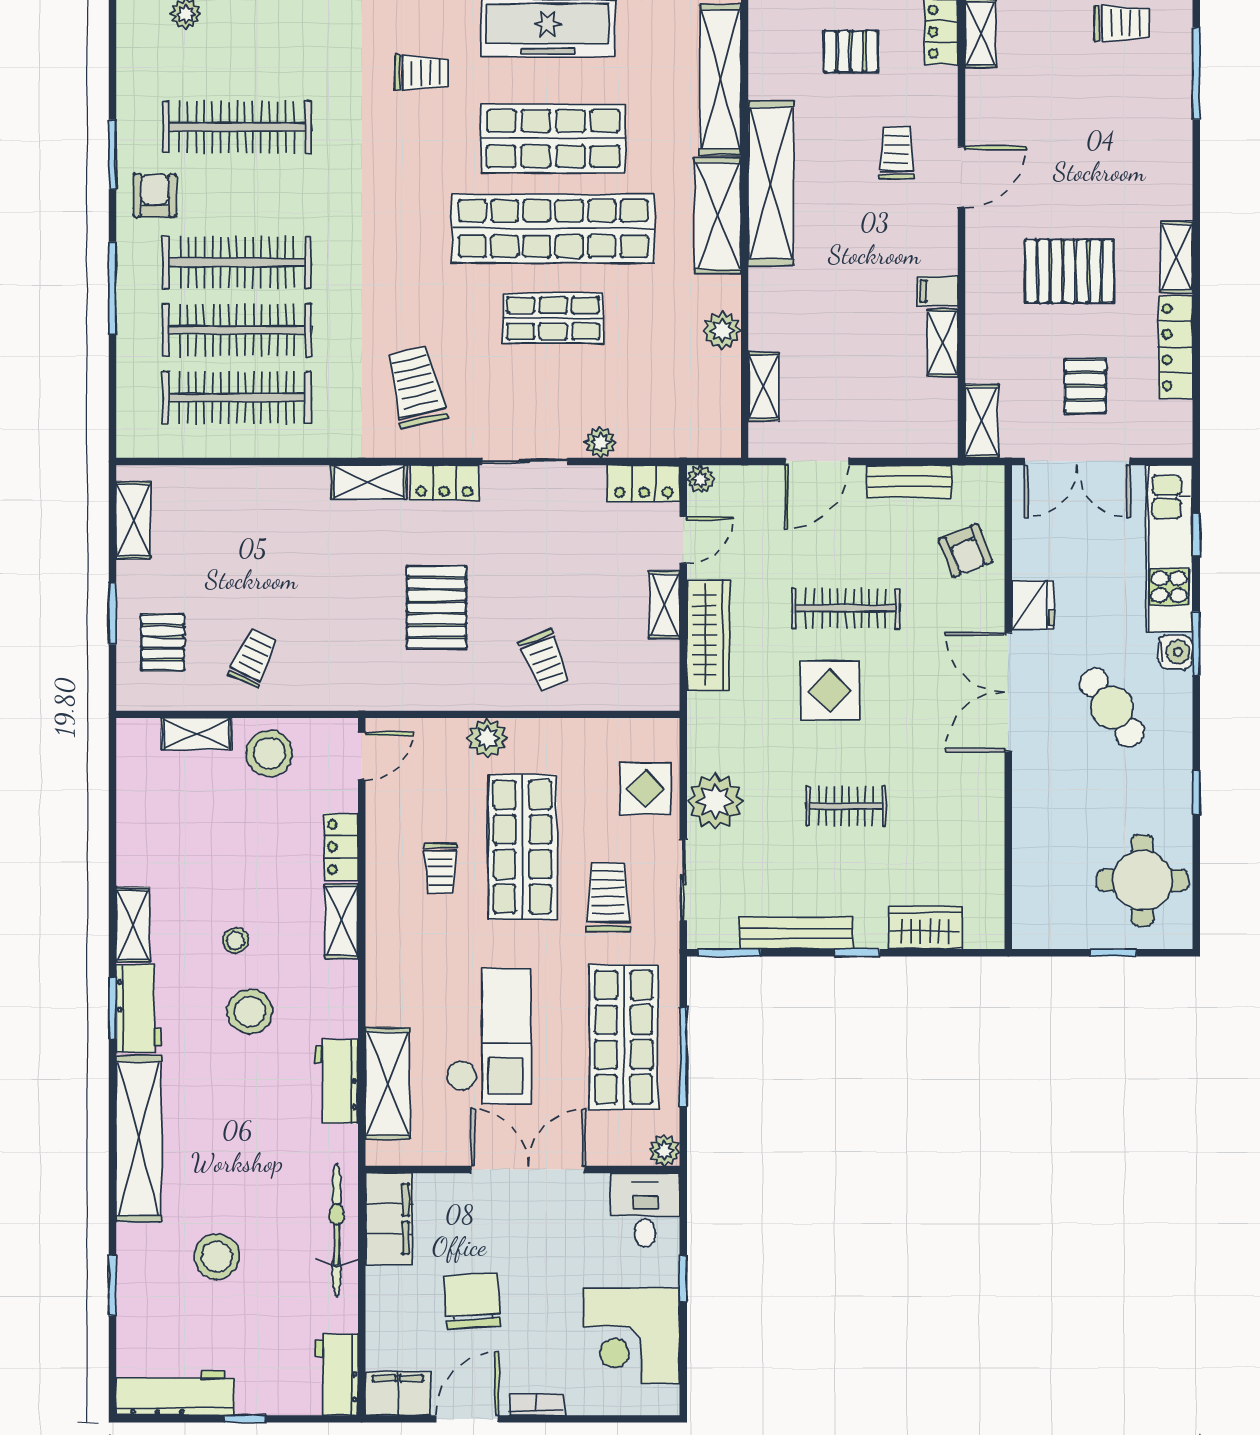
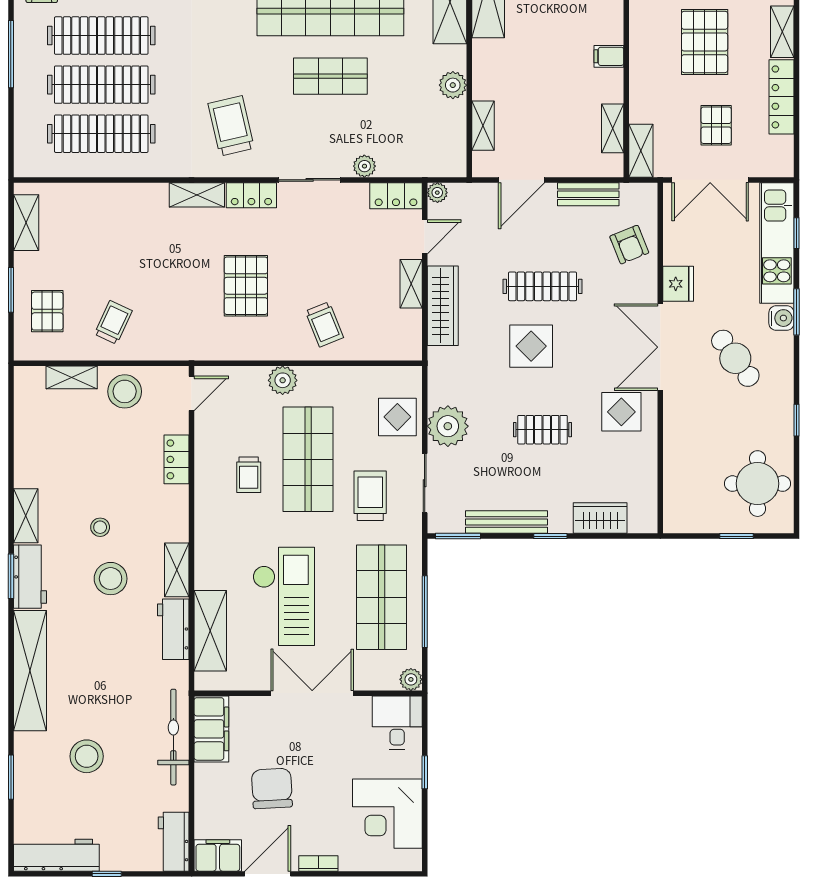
pallet: (1069, 271) -> (705, 42), turned 90
shelving: (943, 343) -> (613, 128), moved
display table: (955, 781) -> (621, 412), added
shelving: (341, 921) -> (177, 570), moved

